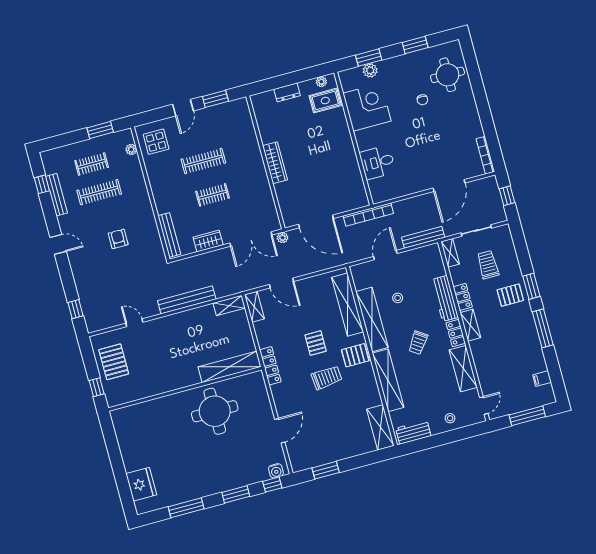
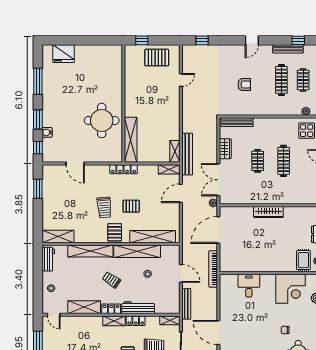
bench: (187, 300) -> (187, 154), moved
water cooler: (276, 471) -> (47, 132), moved

